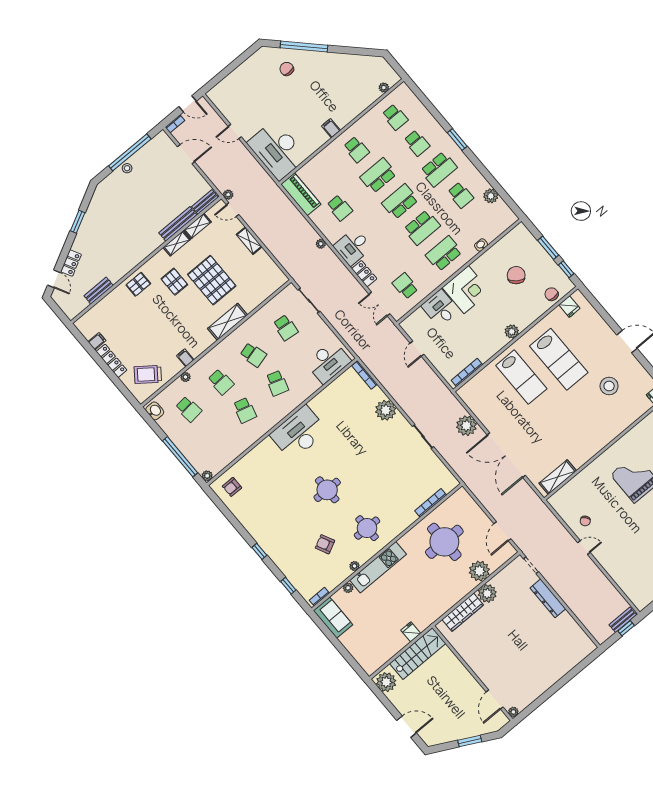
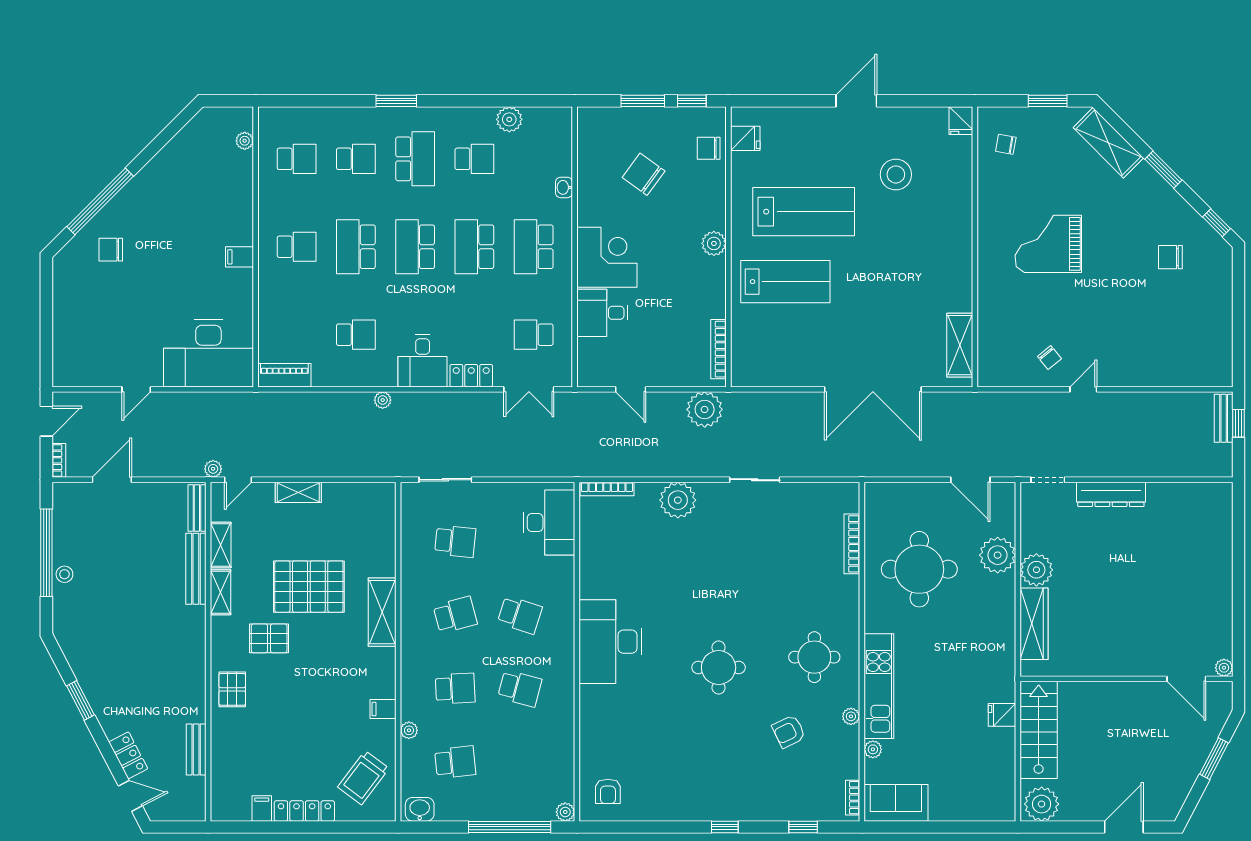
piano: (301, 194) -> (284, 375), width x0.73, depth x0.75
school desk: (422, 228) -> (474, 247), turned 180
plant: (466, 426) -> (705, 409), moved

